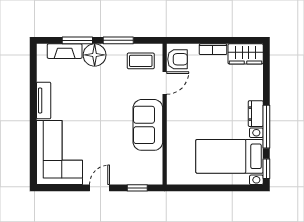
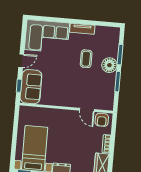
fireplace: (65, 51) -> (114, 46), removed
coffee table: (141, 61) -> (86, 59), moved
sofa: (148, 125) -> (31, 87), moved, turned 90
door: (99, 188) -> (21, 61), hinge flipped

